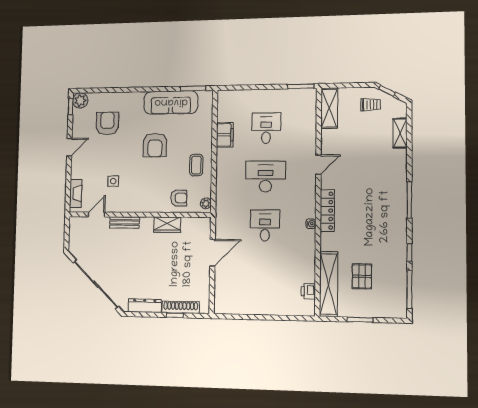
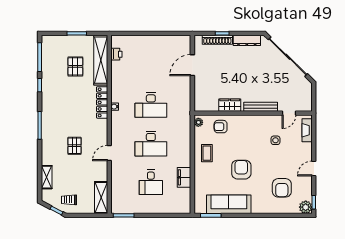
pallet: (363, 174) -> (75, 146), added
locker: (327, 211) -> (102, 102), moved
bench: (124, 222) -> (261, 107), width x1.36
desk: (265, 225) -> (151, 105), width x1.37
door: (212, 253) -> (192, 65), moved

